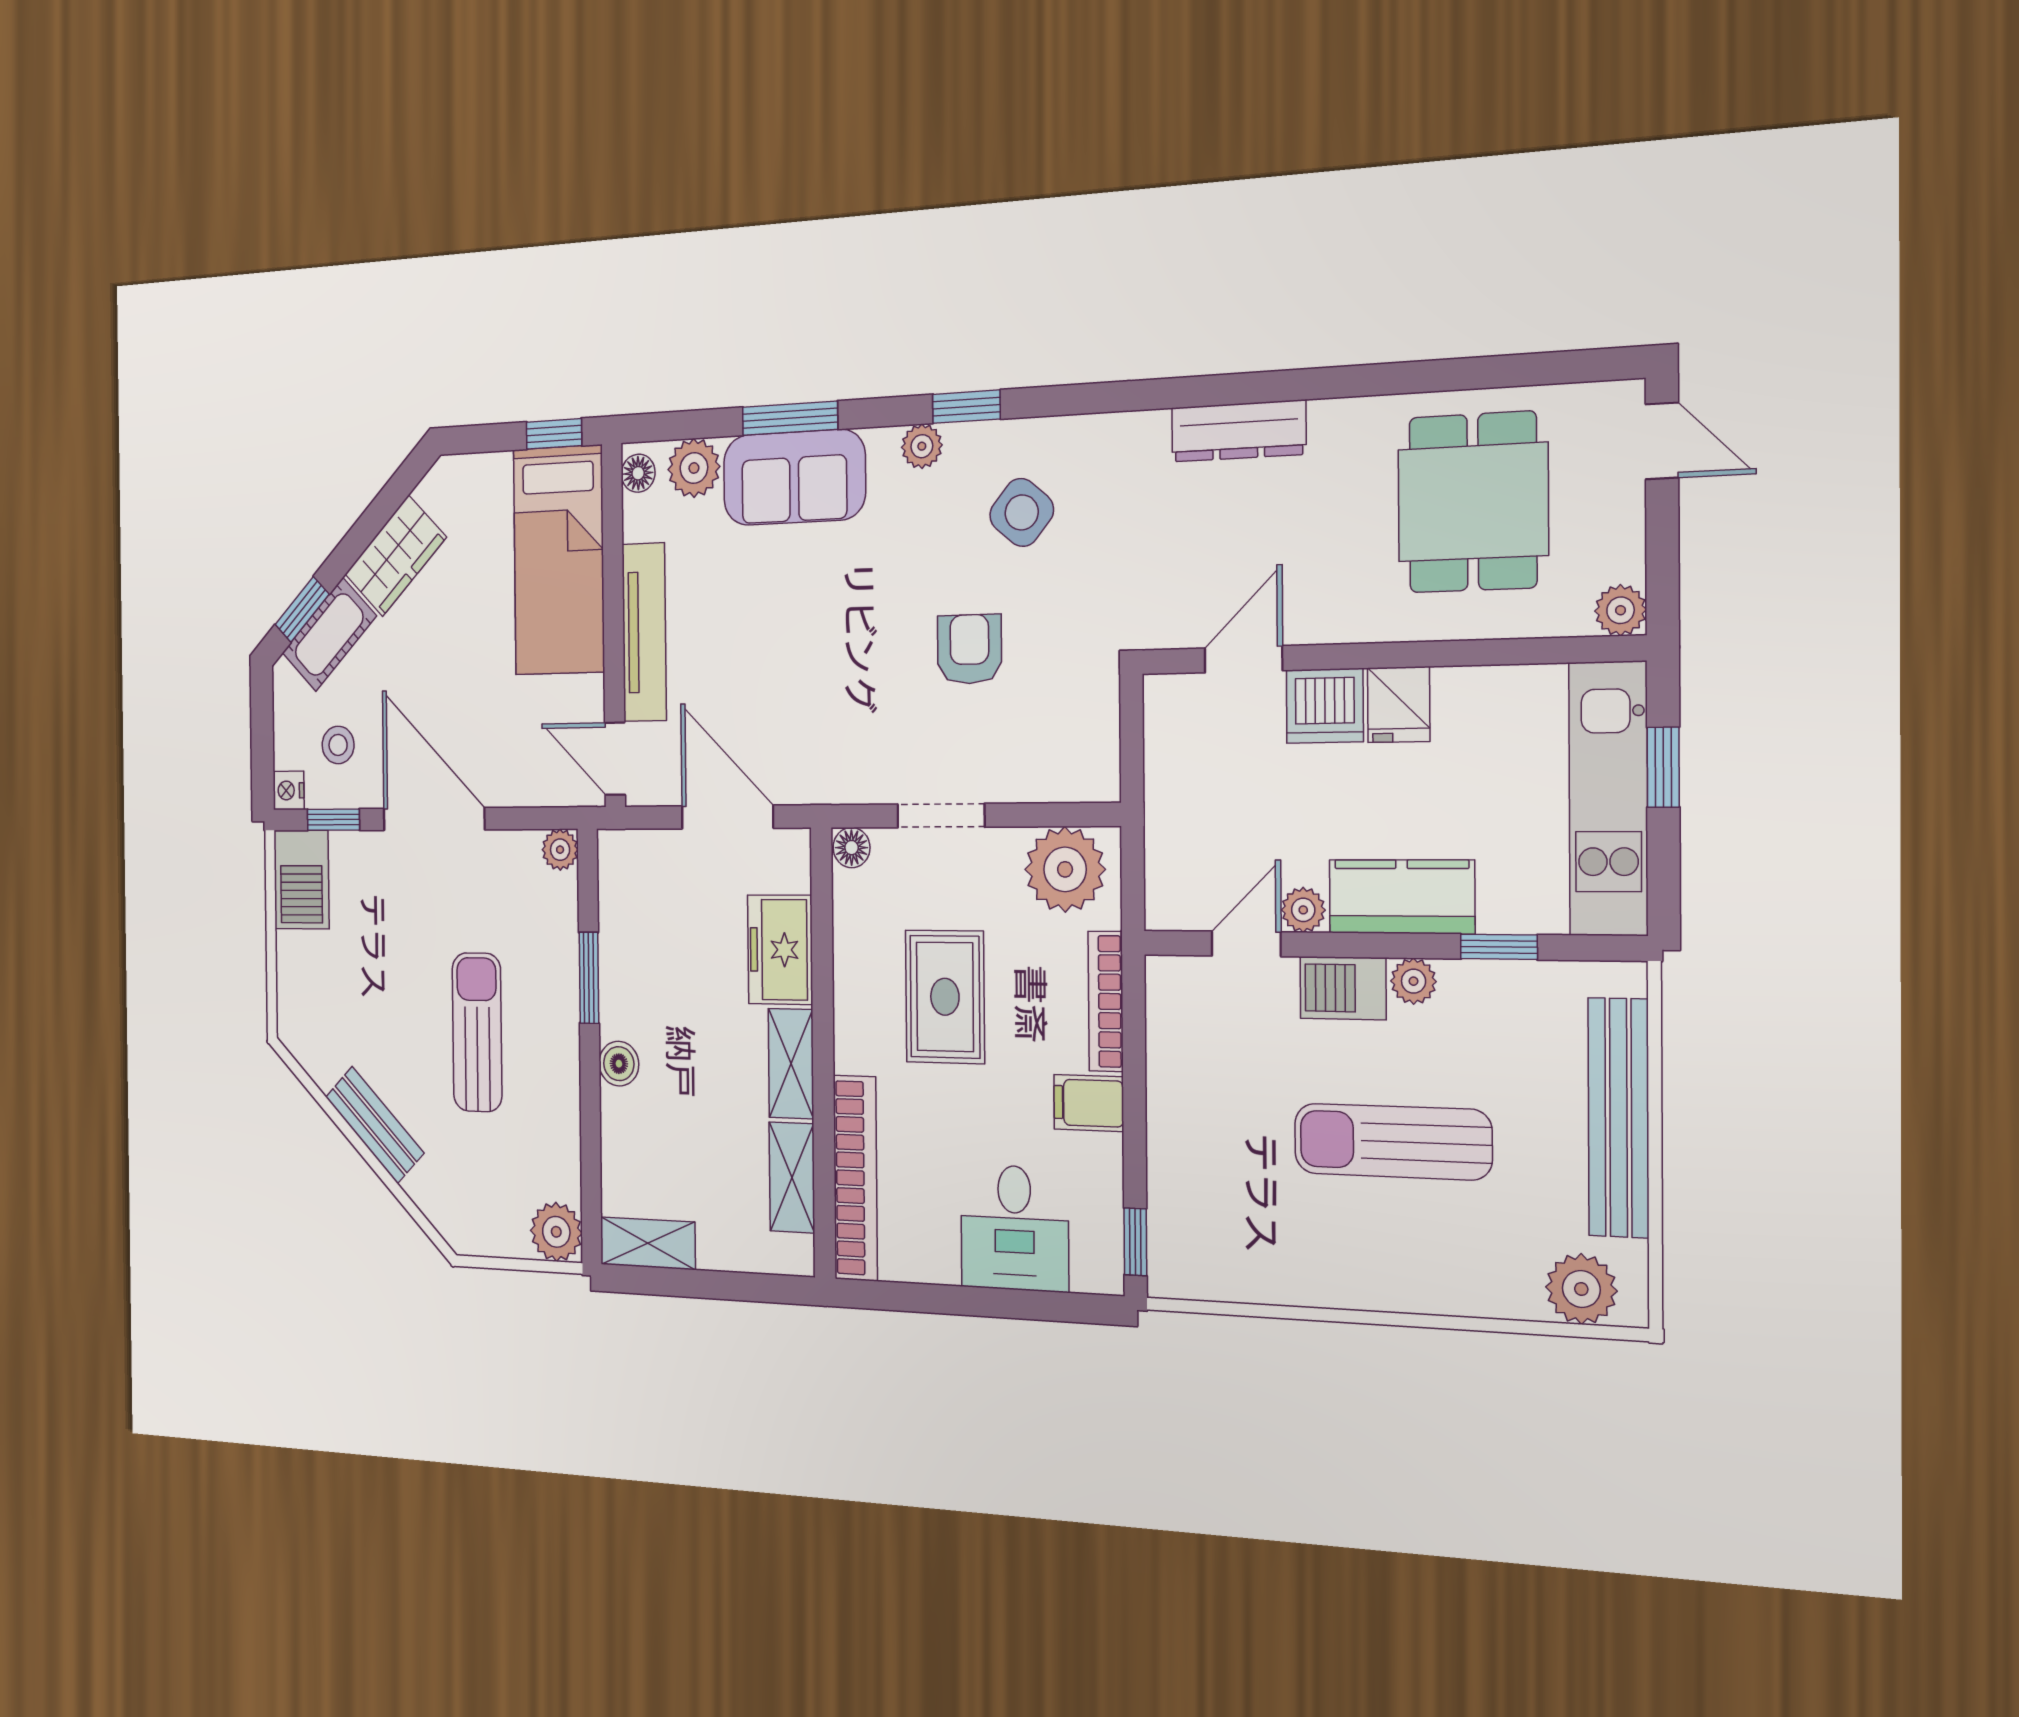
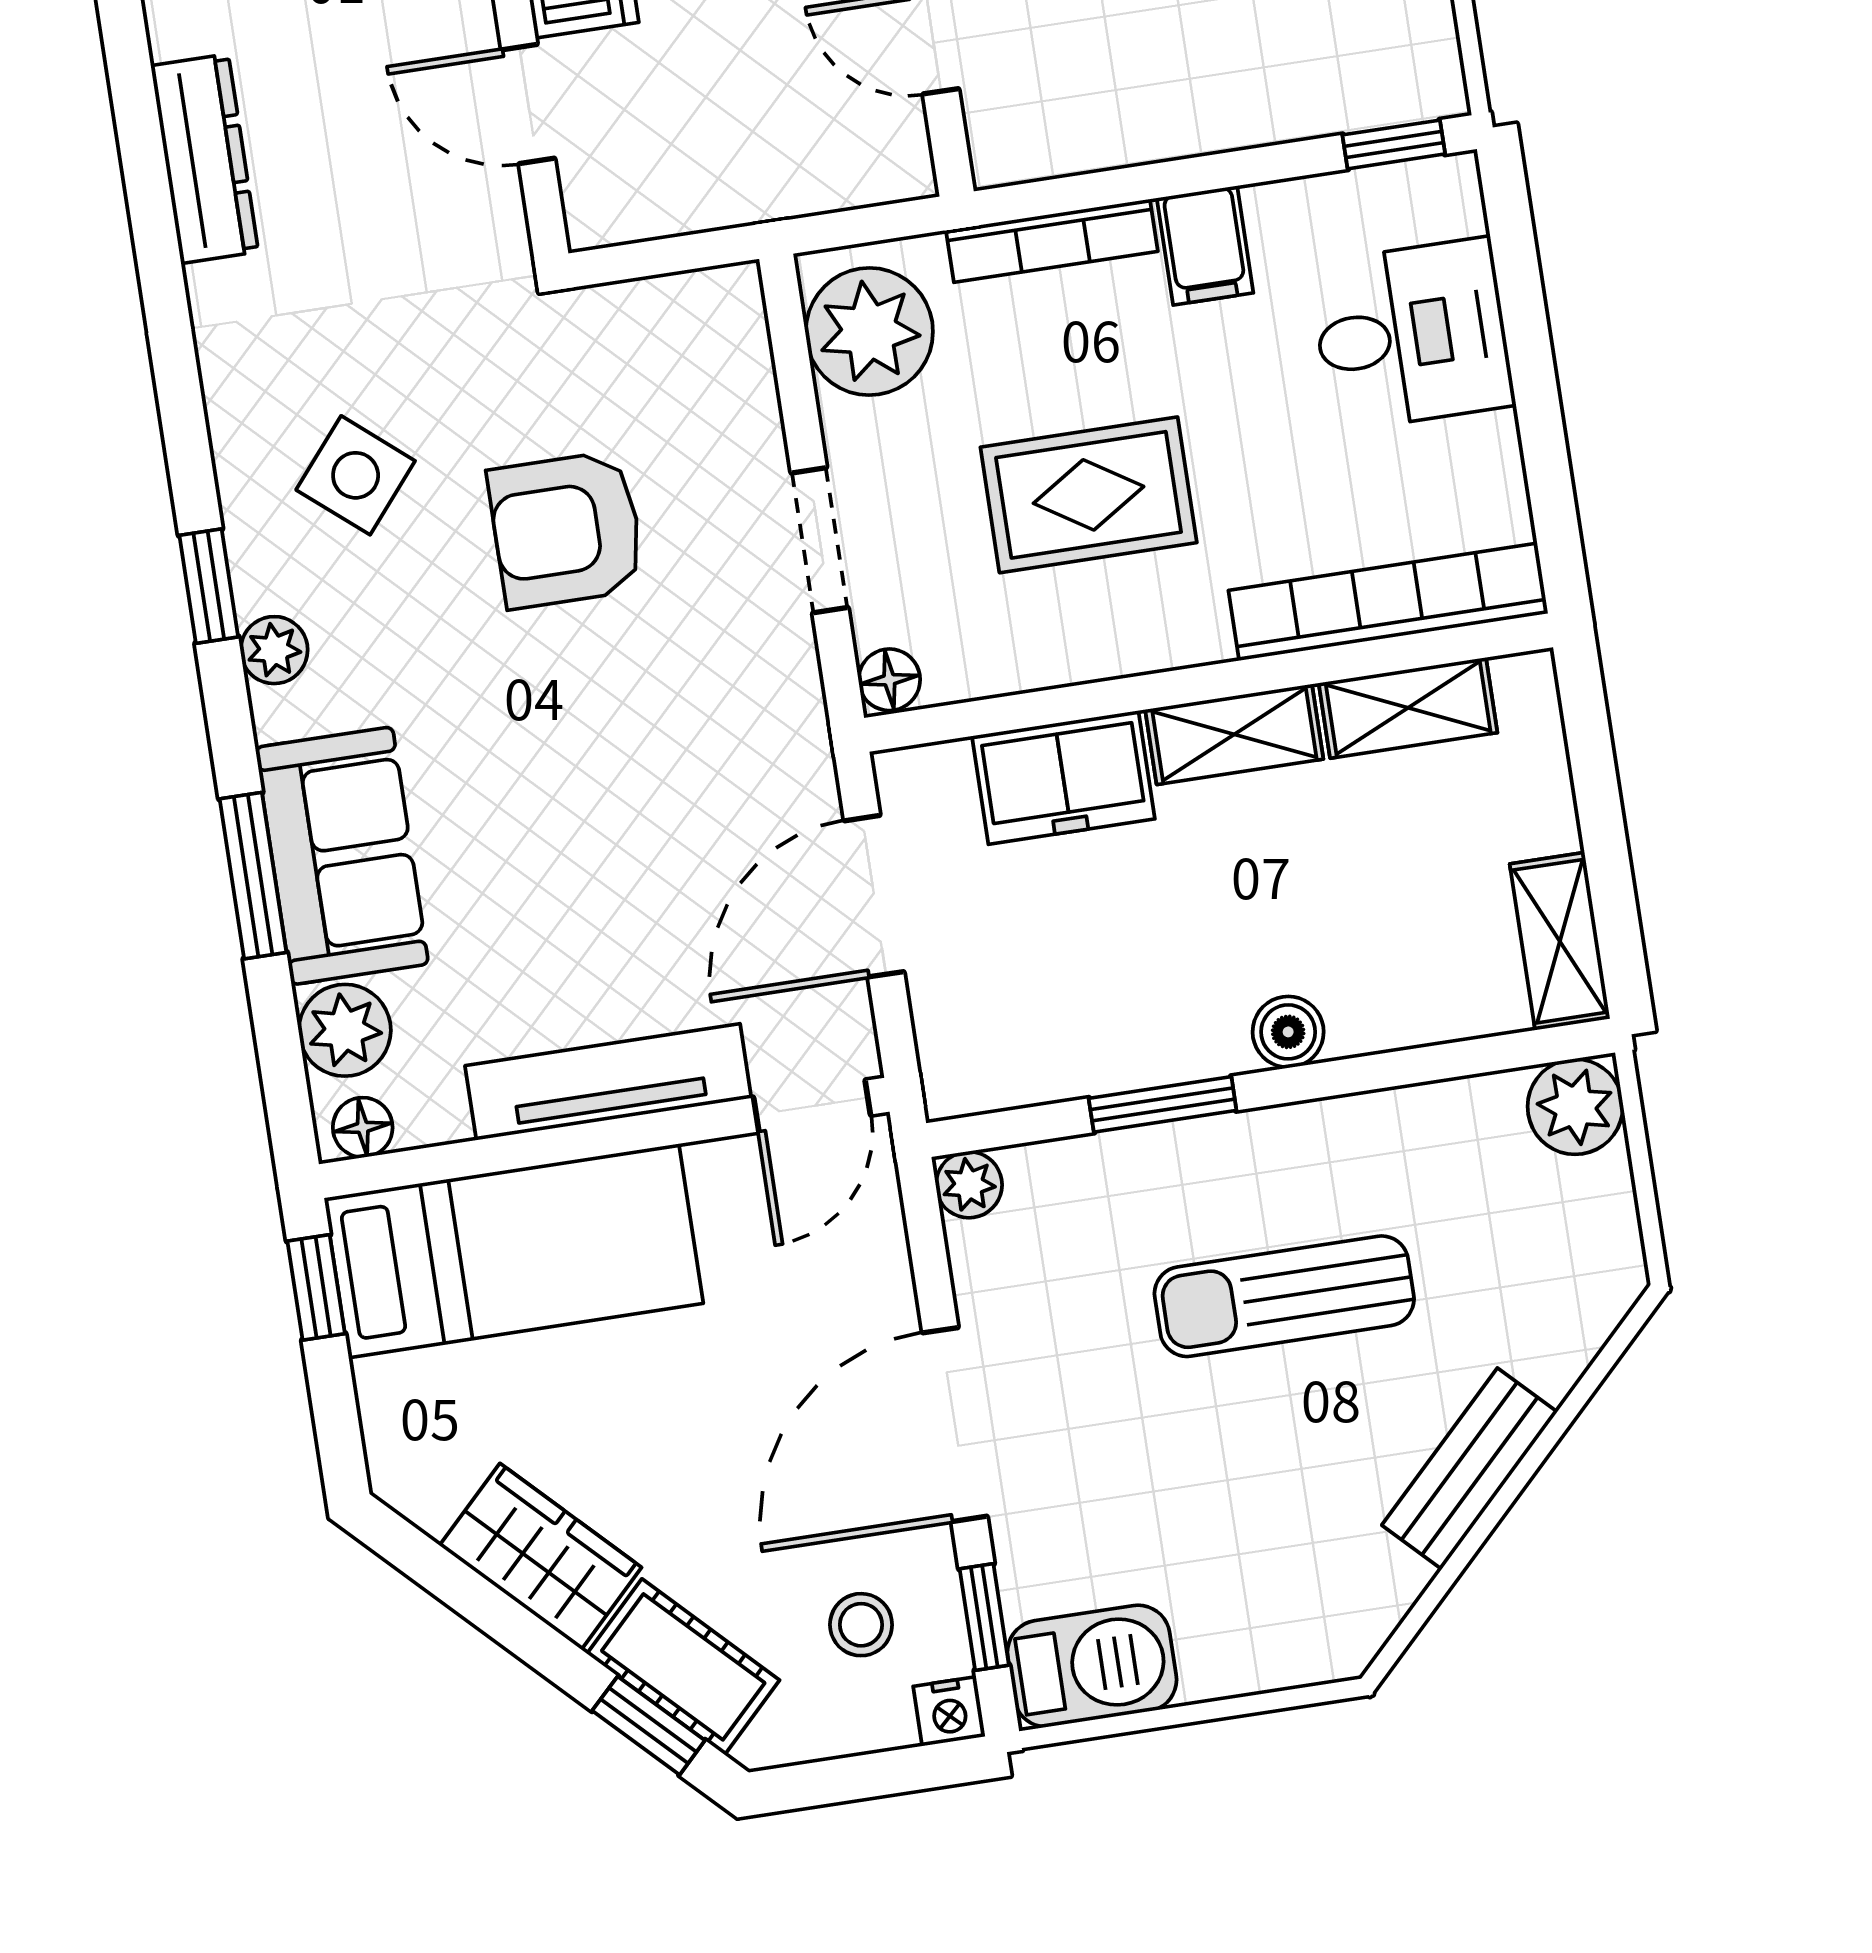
armchair: (969, 649) -> (566, 530), width x1.38, depth x1.38

